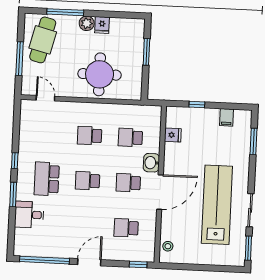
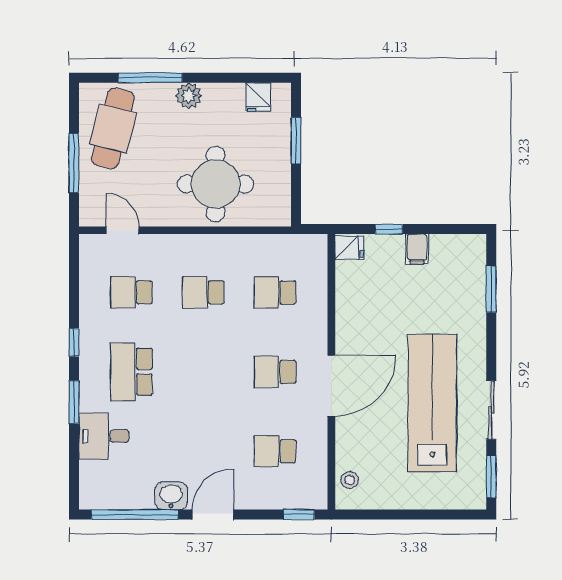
fridge: (102, 25) -> (258, 97), moved
filing cabinet: (227, 117) -> (417, 249), moved
fridge: (173, 135) -> (349, 248), moved
washbasin: (151, 163) -> (171, 496), moved, turned 90
school desk: (87, 181) -> (131, 292), moved

